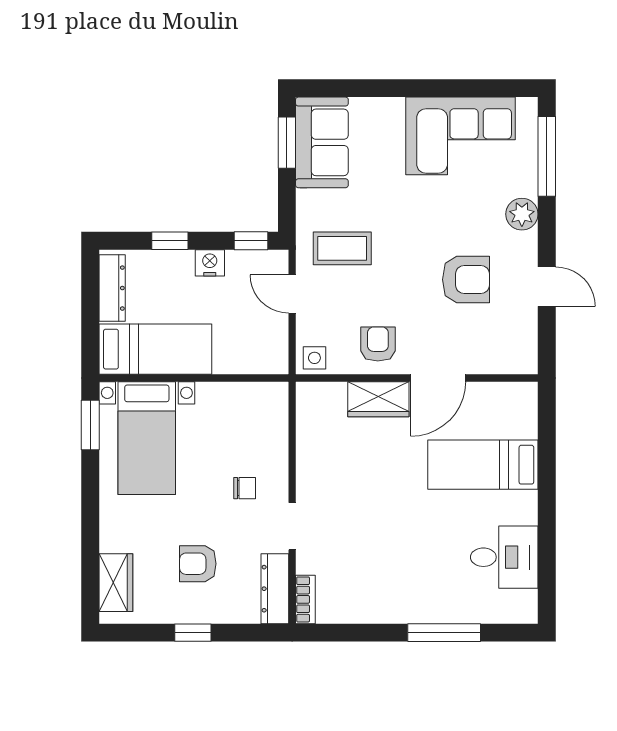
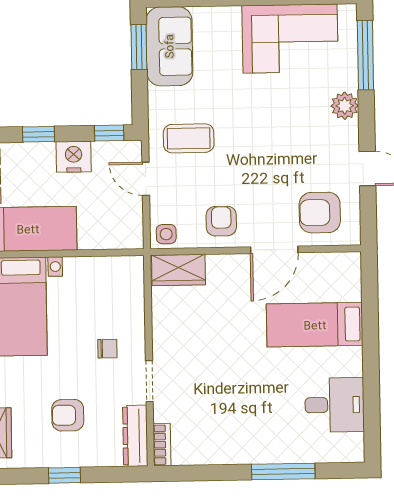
nightstand: (210, 263) -> (74, 157), width x1.36, depth x1.33
armchair: (466, 280) -> (320, 213), moved, turned 180
wardrobe: (378, 399) -> (179, 270), moved

